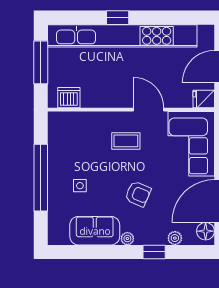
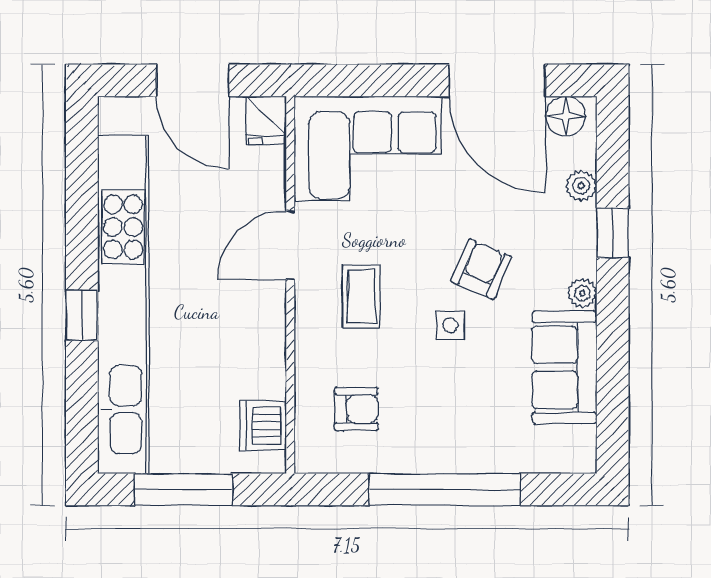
armchair: (76, 139) -> (356, 409), added
side table: (80, 186) -> (450, 325), moved

